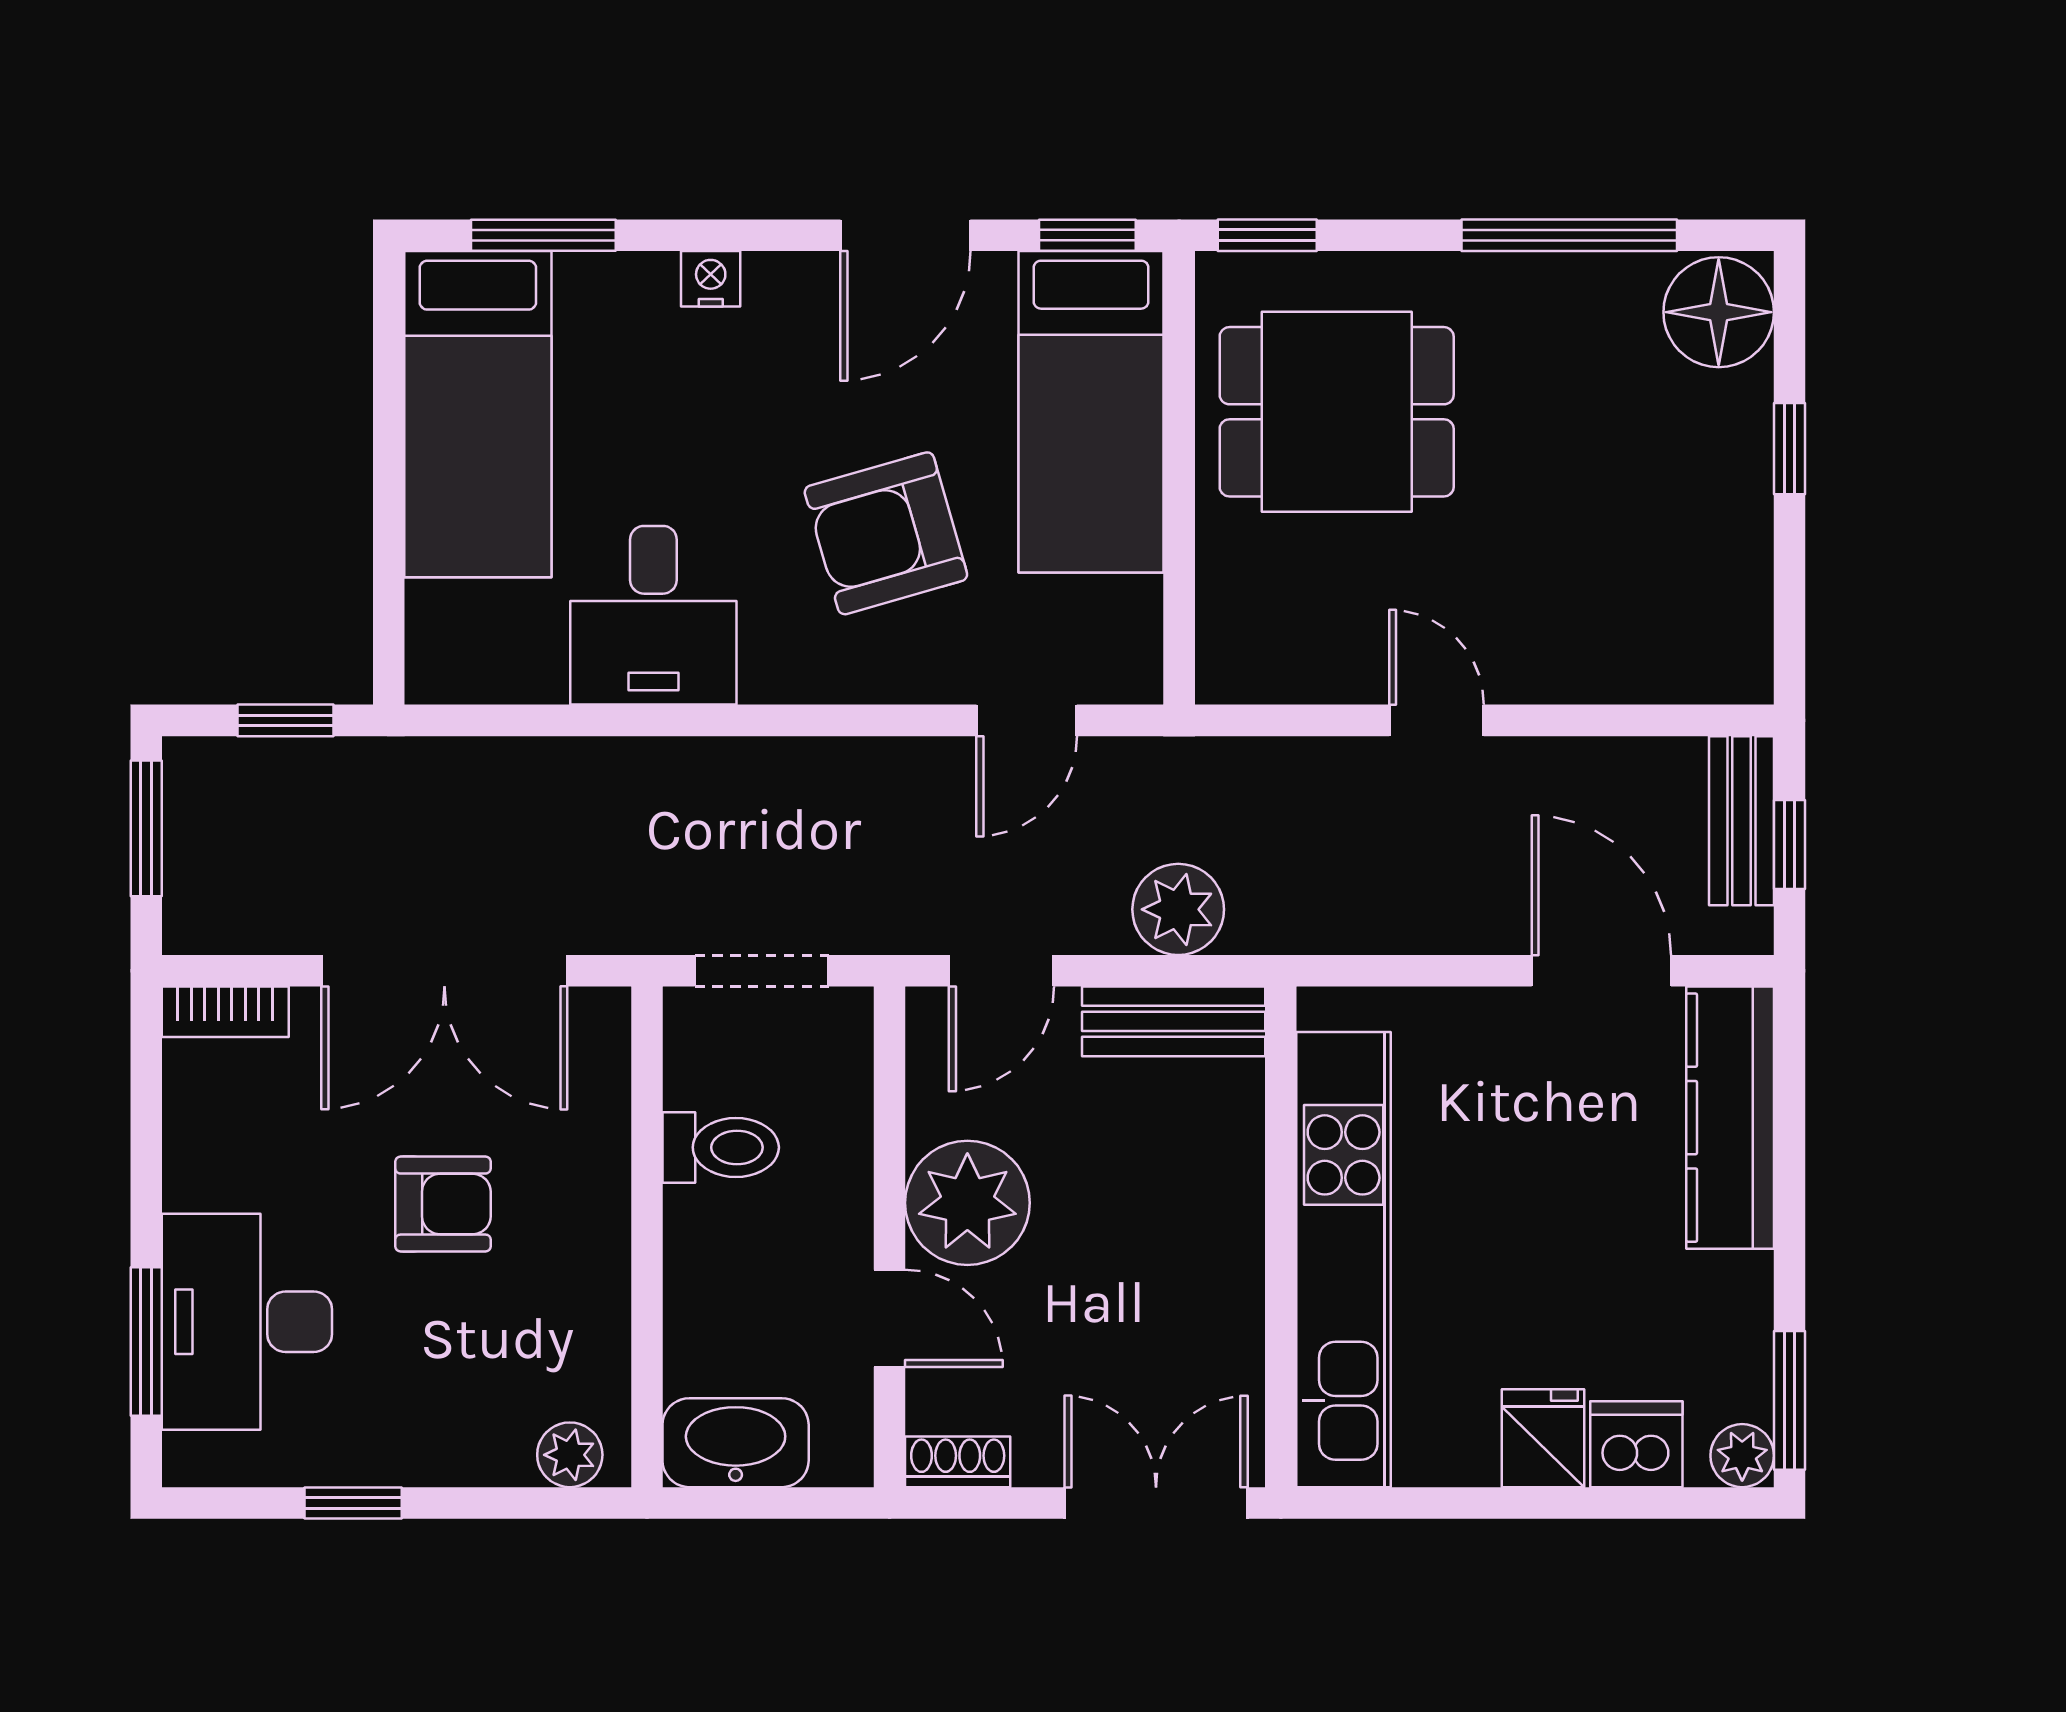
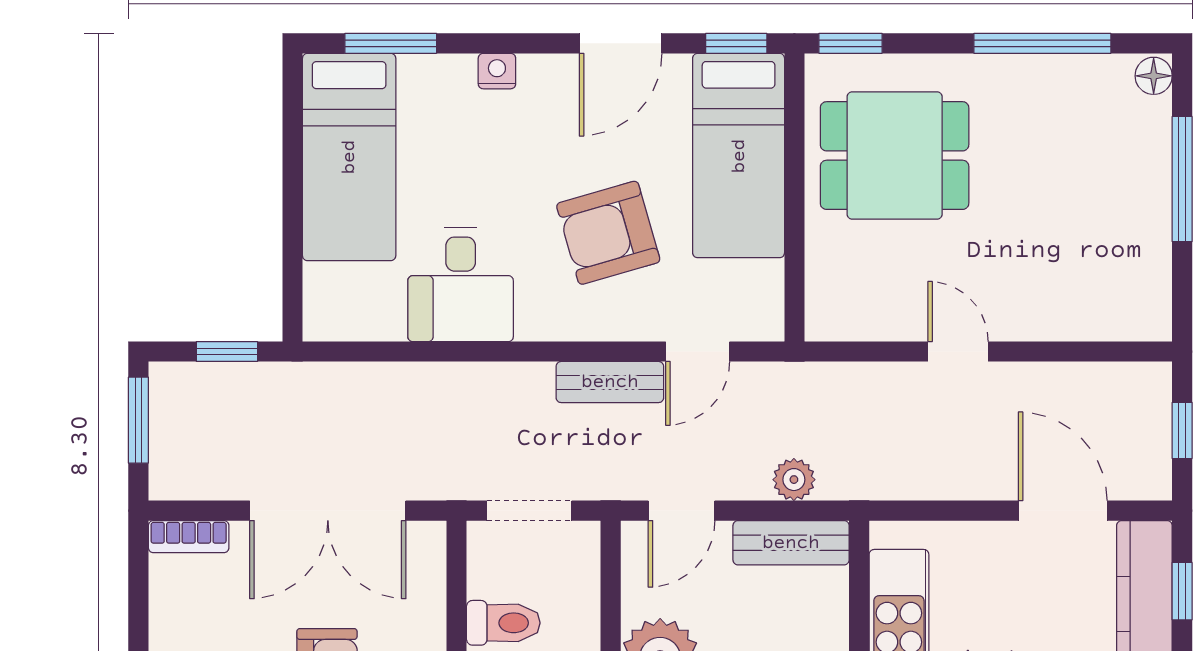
floor lamp: (1719, 312) -> (1154, 76), width x0.53, depth x0.53
window: (1789, 449) -> (1182, 179), width x2.17
bench: (1742, 821) -> (610, 382), moved, turned 90
plant: (1178, 909) -> (794, 480), width x0.73, depth x0.73
window: (1789, 1098) -> (1182, 591), added

